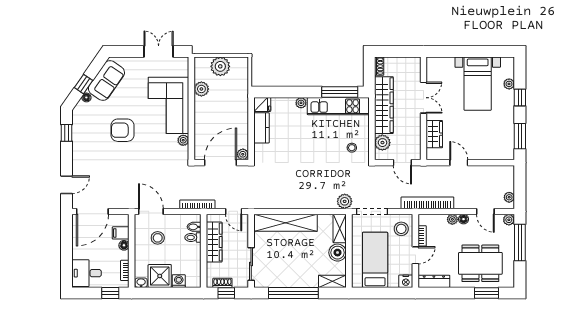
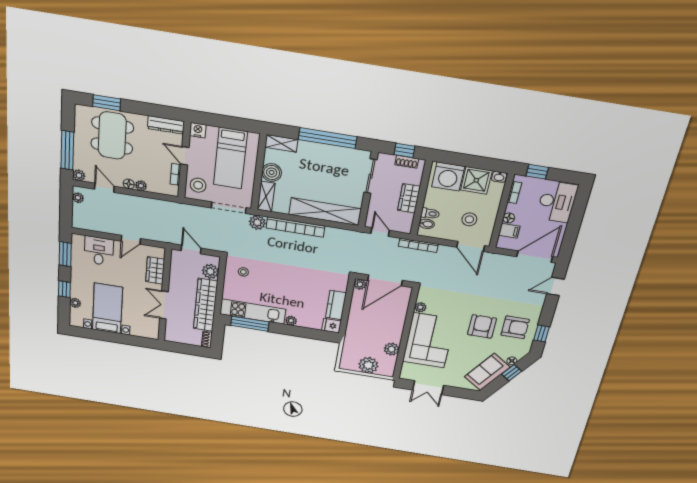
armchair: (123, 130) -> (482, 326), turned -90
armchair: (92, 135) -> (515, 327), added
desk: (488, 145) -> (99, 251), added
door: (459, 163) -> (131, 240), hinge flipped
bookcase: (427, 203) -> (295, 227), moved
wardrobe: (214, 242) -> (409, 198), width x0.67
door: (415, 255) -> (185, 156), hinge flipped
dining table: (480, 263) -> (112, 136), turned 90
desk: (87, 273) -> (557, 202), width x1.37
washing machine: (179, 281) -> (448, 176), width x1.89, depth x1.89

